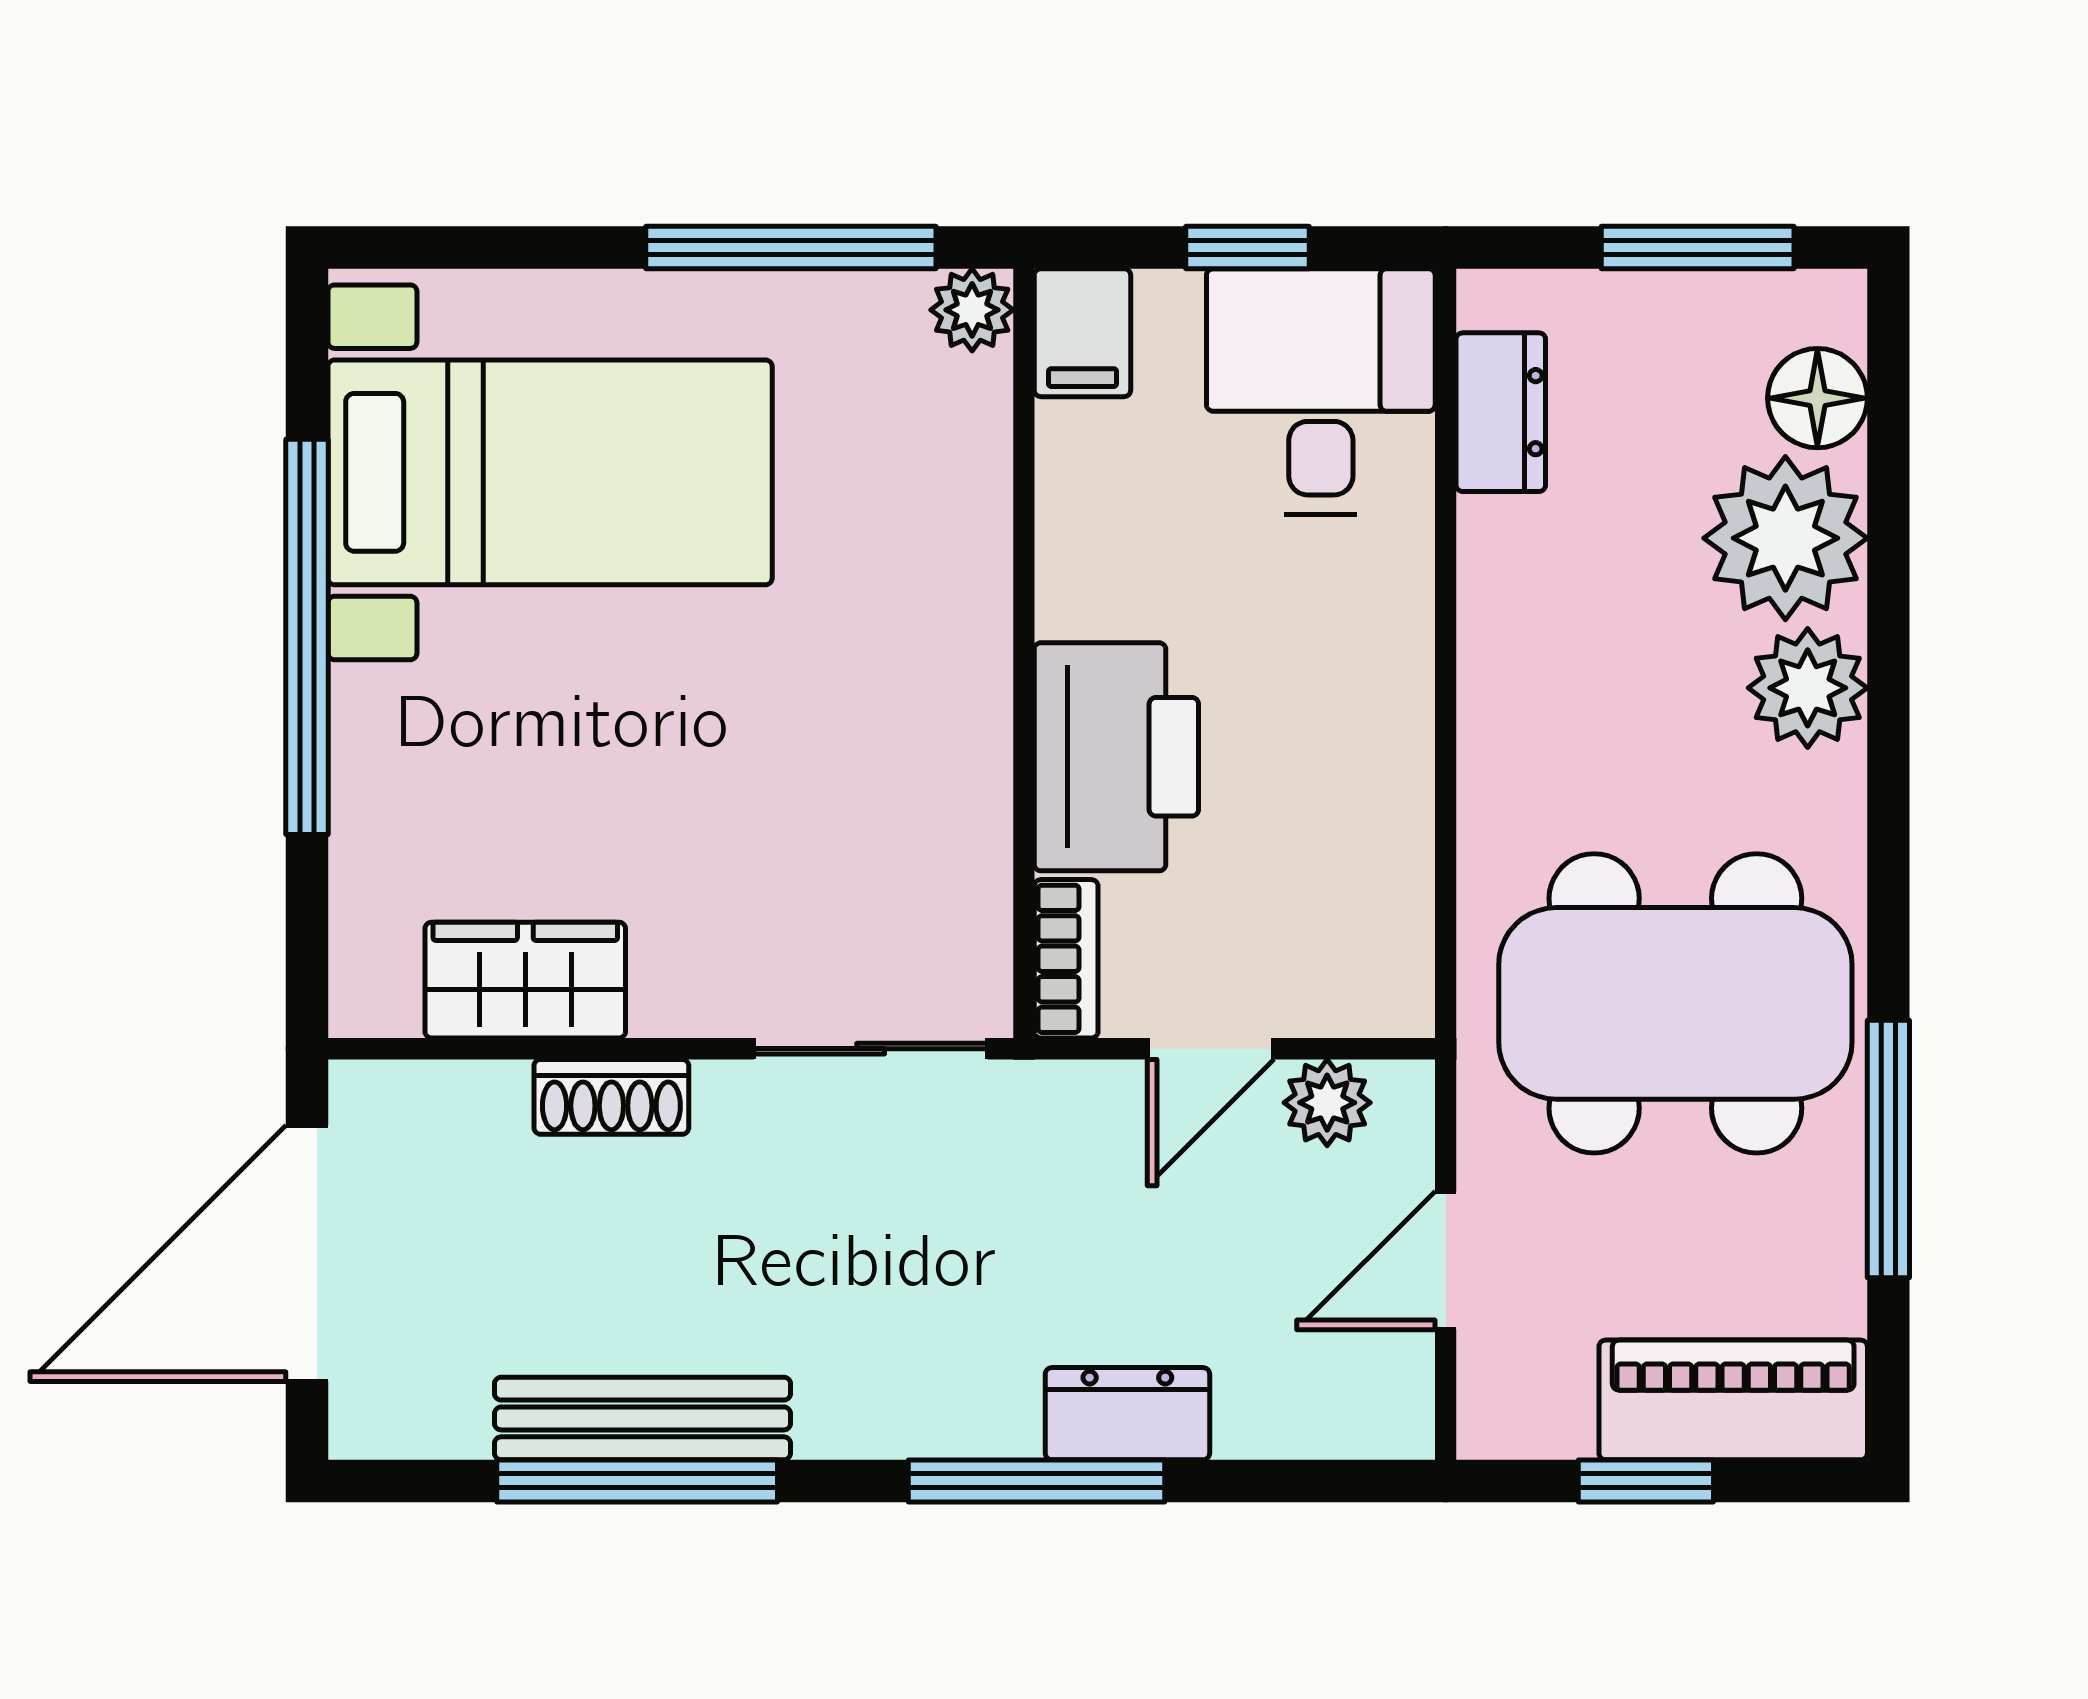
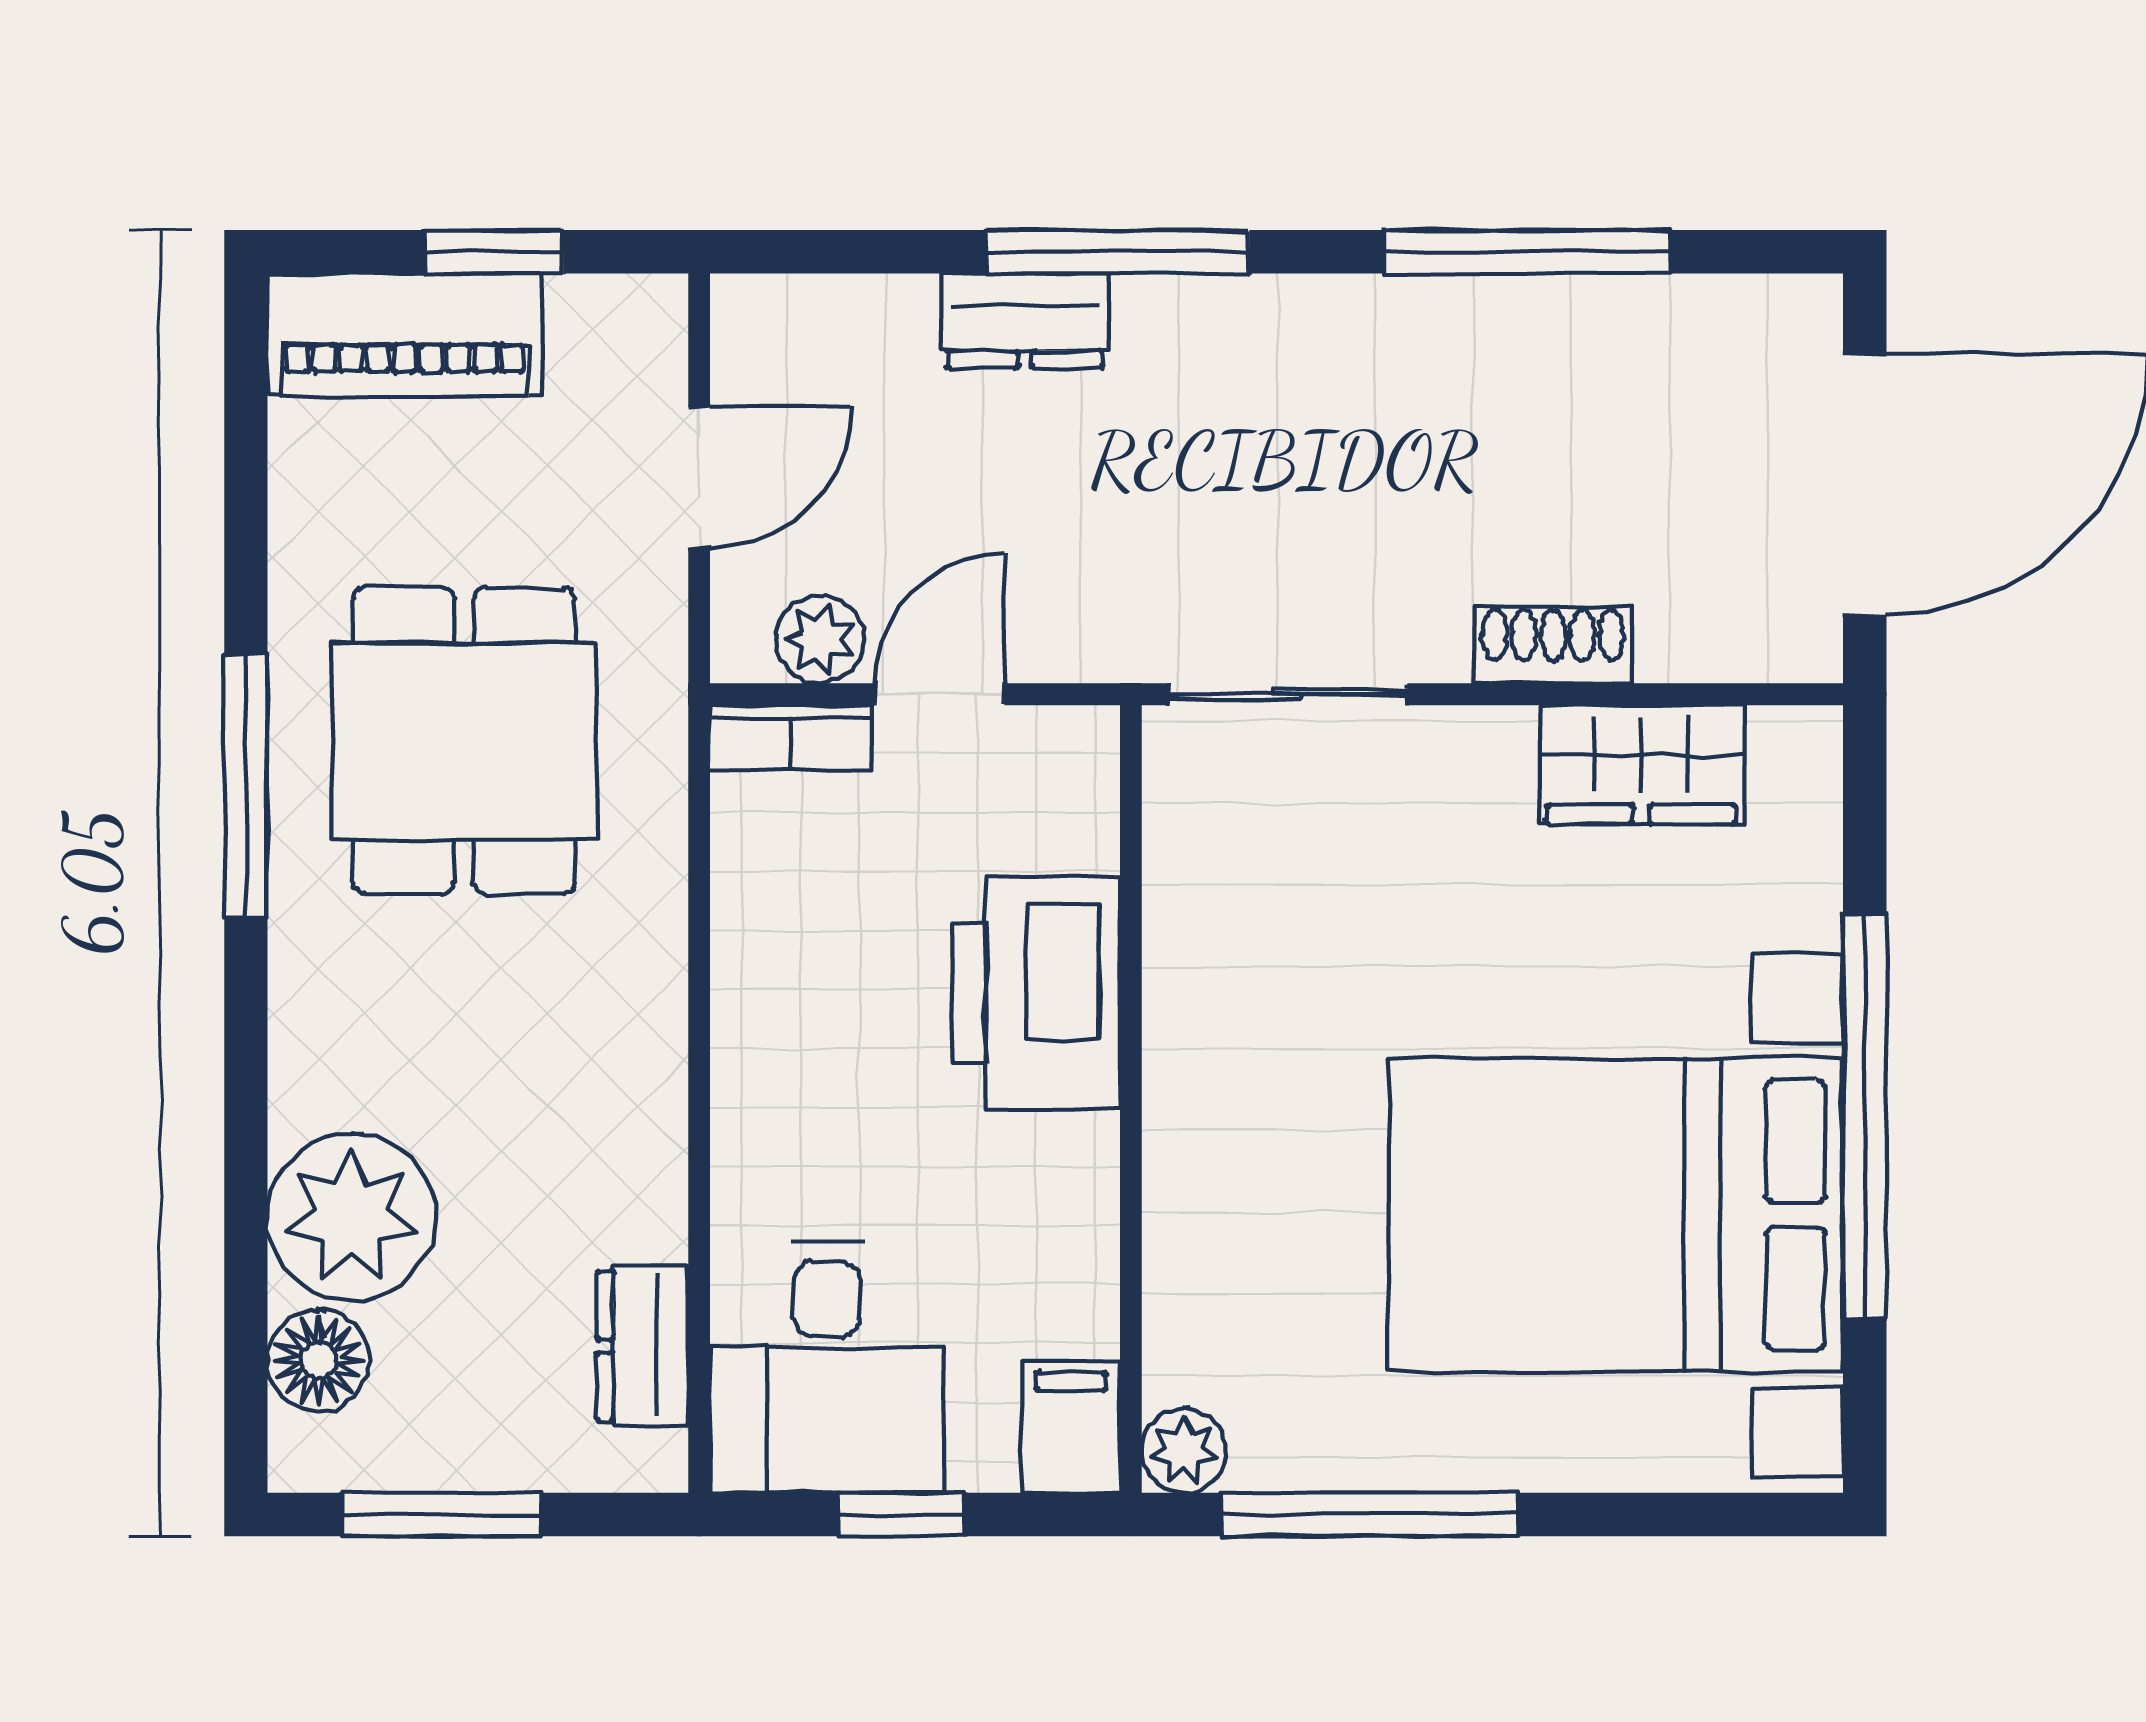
bed with nightstands: (550, 472) -> (1616, 1215), width x1.36
plant: (1808, 688) -> (328, 1064), removed
bookcase: (1066, 959) -> (791, 738), moved, turned -90
dining table: (1675, 1003) -> (464, 741), width x0.73
window: (1888, 1149) -> (246, 786), moved
bench: (642, 1418) -> (1521, 316), removed

